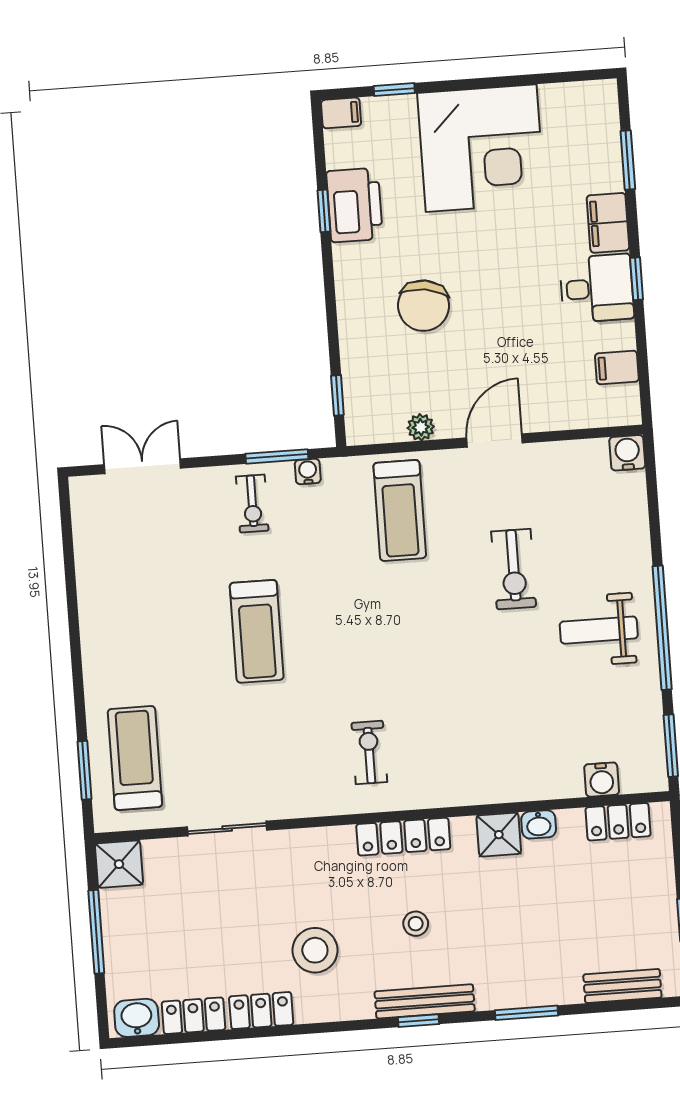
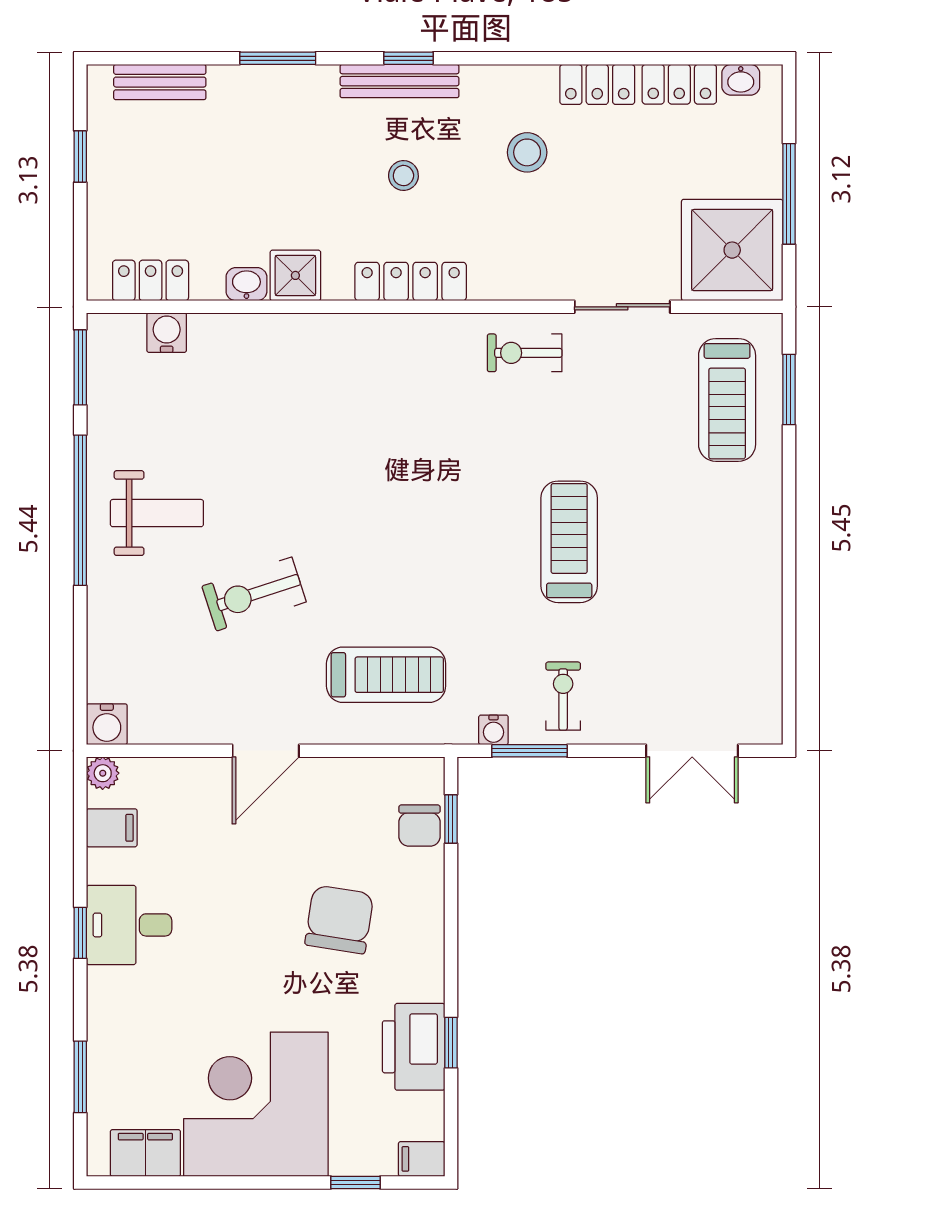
filing cabinet: (608, 223) -> (145, 1153), moved, turned -90
chair: (363, 388) -> (420, 826), added
plant: (421, 427) -> (103, 773), moved
treadmill: (400, 510) -> (386, 675), turned 90
exercise bike: (514, 569) -> (254, 594), turned -108
exercise bike: (369, 752) -> (525, 353), moved, turned 90
shower: (119, 864) -> (732, 250), width x1.86, depth x1.86
stool: (315, 950) -> (527, 152), width x0.73, depth x0.73
washbasin: (137, 1018) -> (741, 80), width x0.72, depth x0.69

